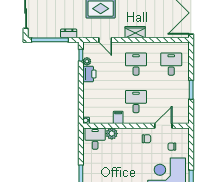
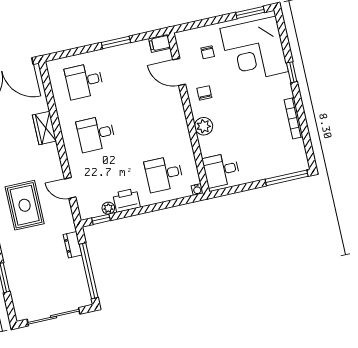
wardrobe: (135, 32) -> (44, 128), moved
door: (105, 40) -> (70, 188), swing flipped
desk: (136, 102) -> (164, 174), moved
filing cabinet: (118, 117) -> (160, 43), moved
plant: (112, 134) -> (204, 126), moved

